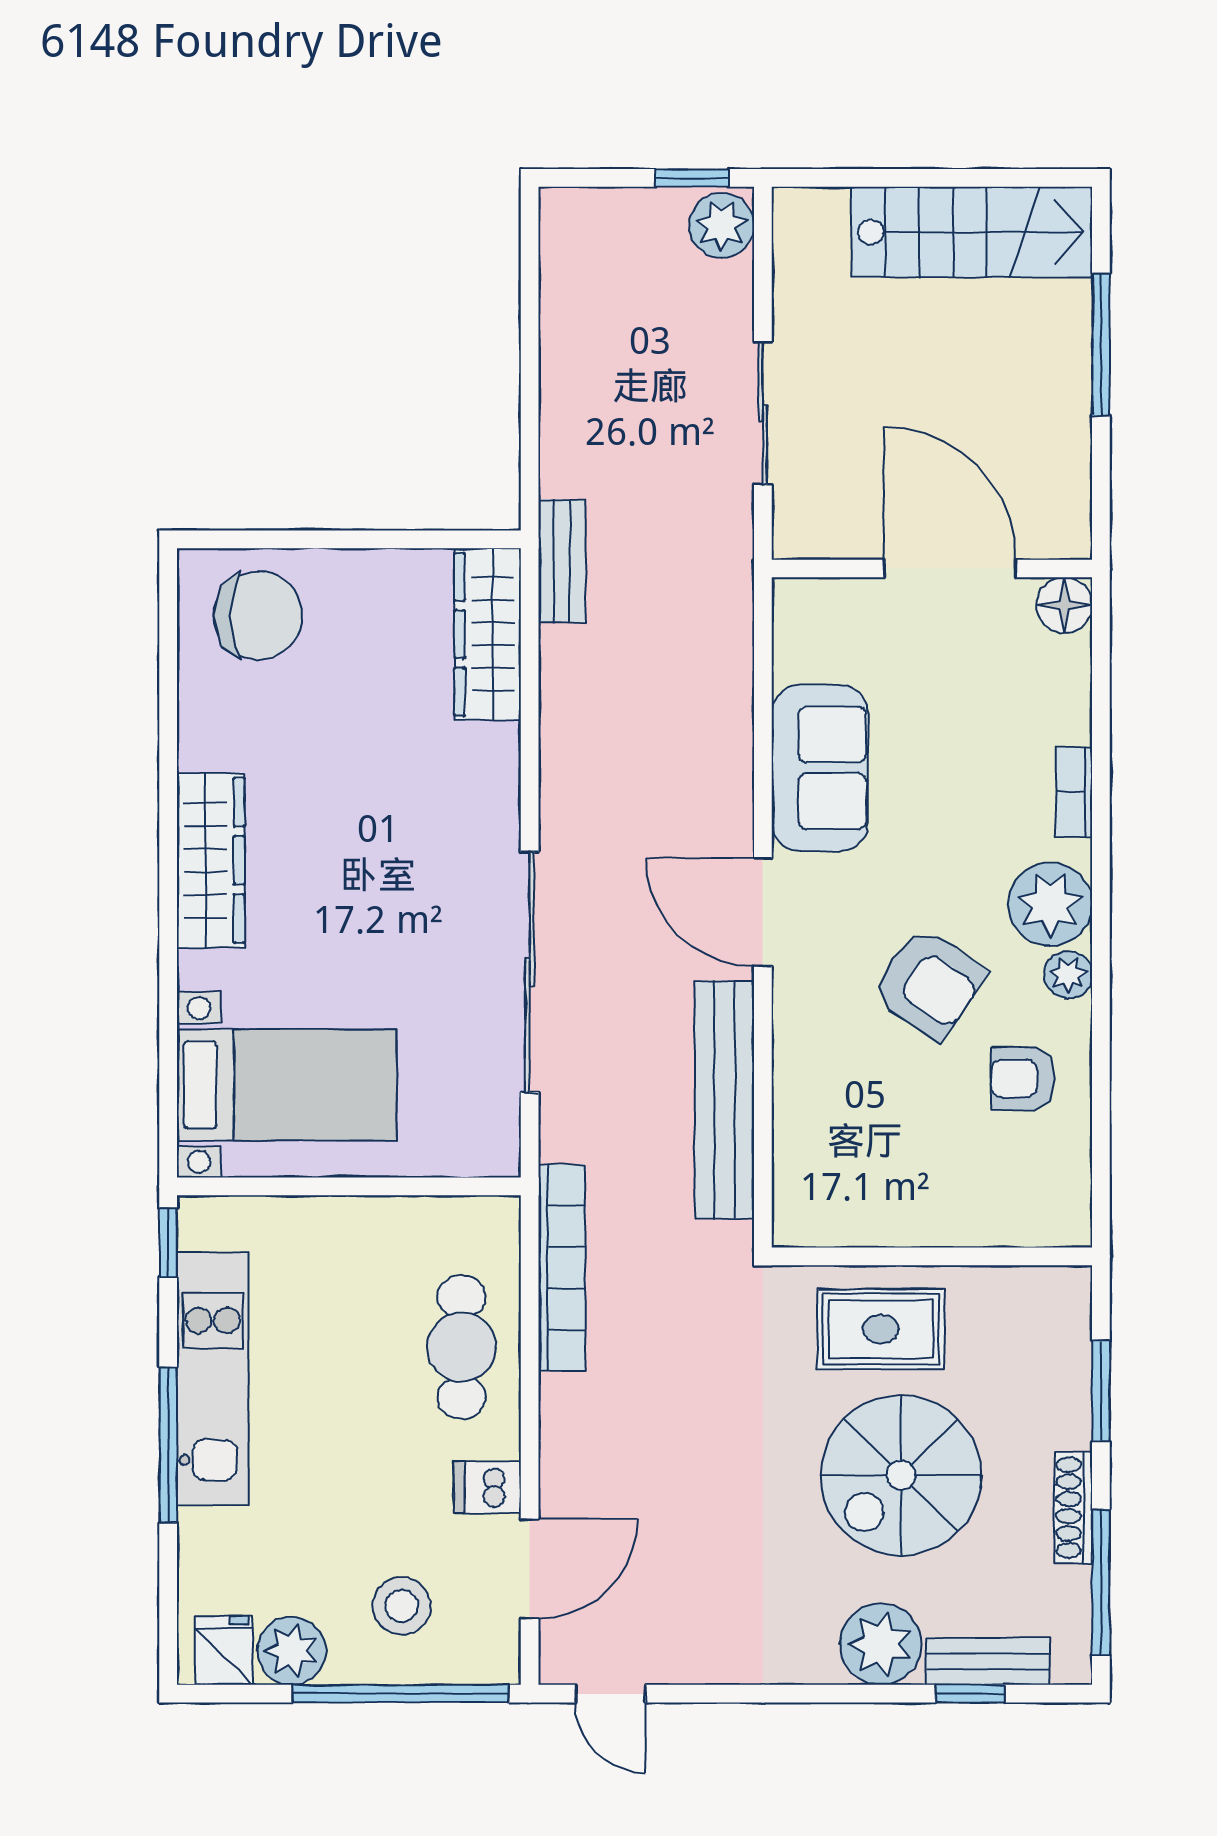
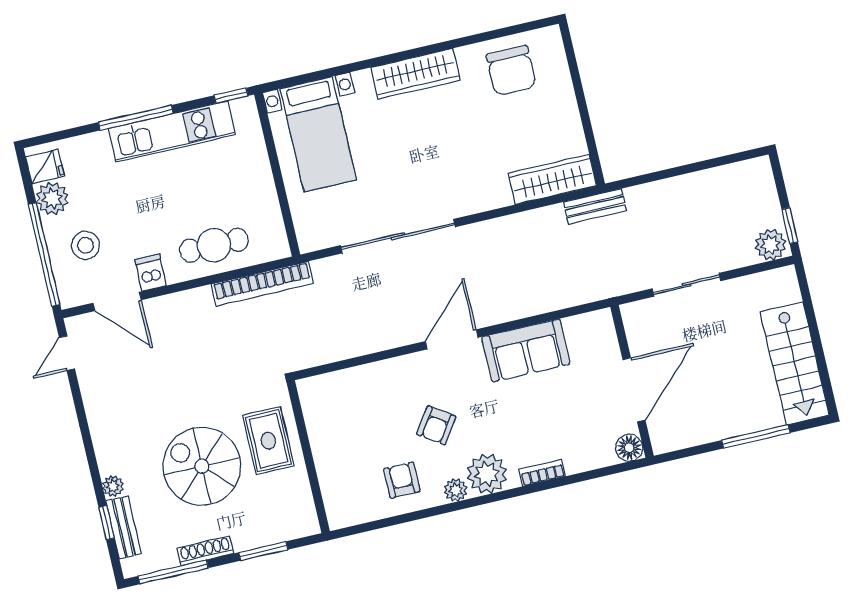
chair: (258, 616) -> (511, 71), moved
armchair: (929, 983) -> (436, 425), width x0.72, depth x0.72
bench: (724, 1100) -> (359, 342), removed
plant: (881, 1644) -> (113, 486), width x0.53, depth x0.53

